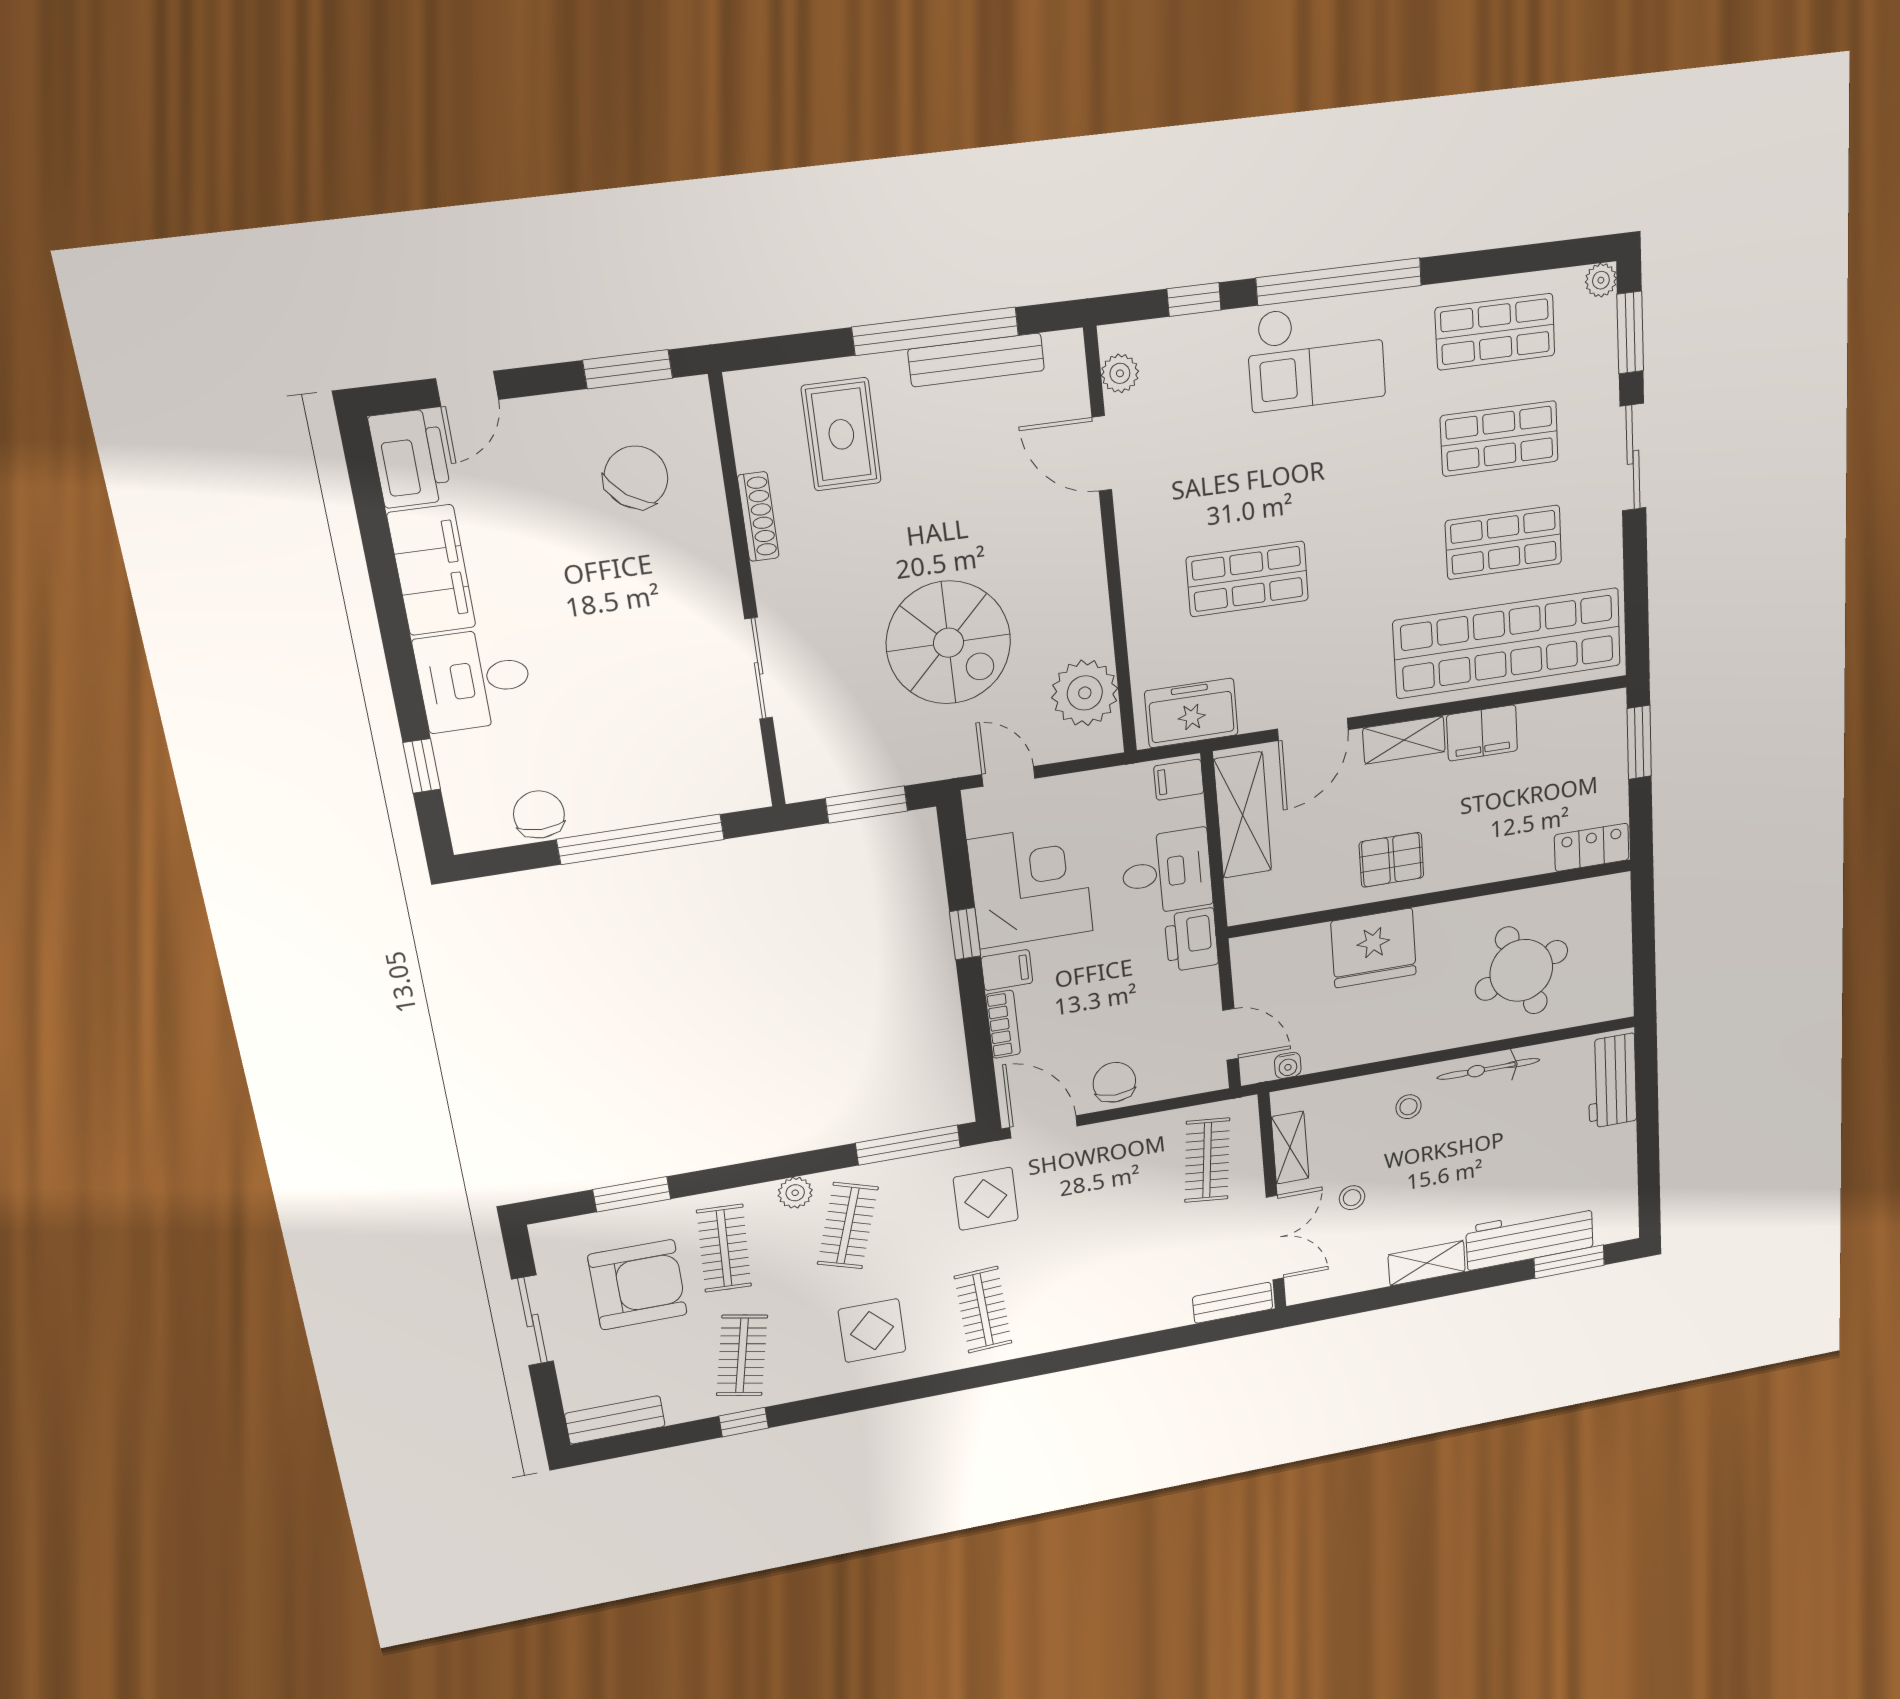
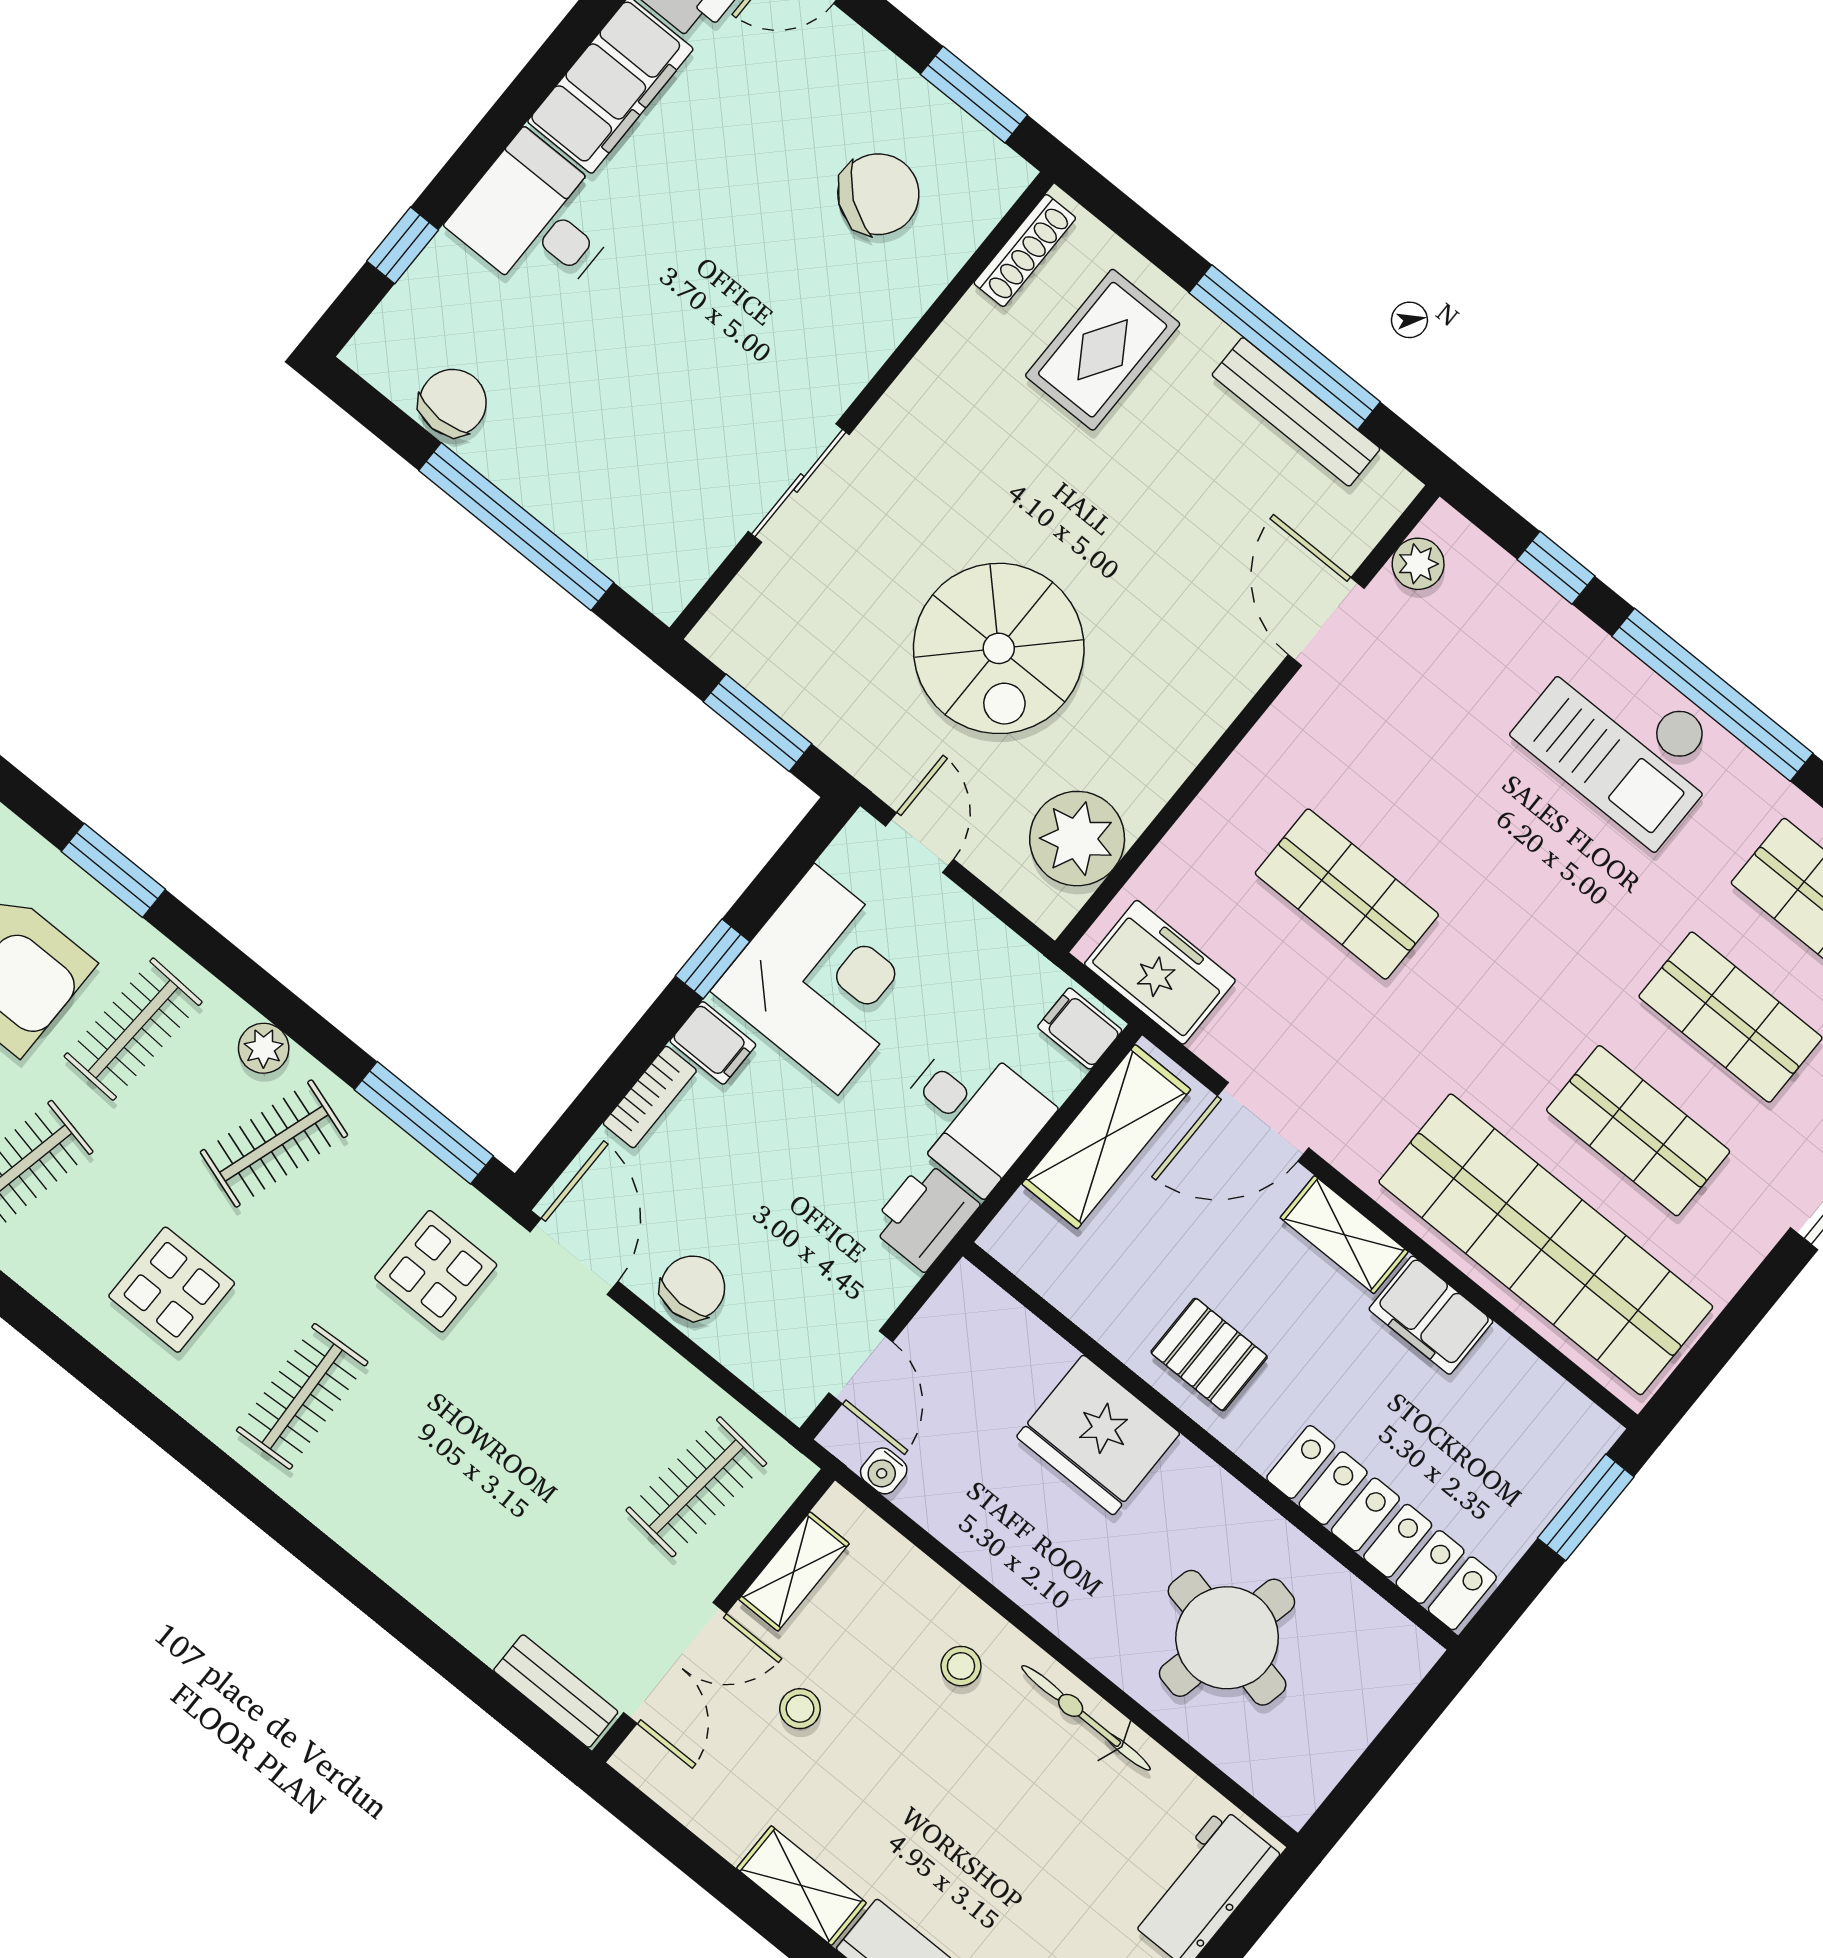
shoe rack: (758, 517) -> (1025, 250), moved
locker: (1592, 847) -> (1382, 1528), width x2.16, depth x1.21
round table: (1521, 970) -> (1227, 1638), turned 32

